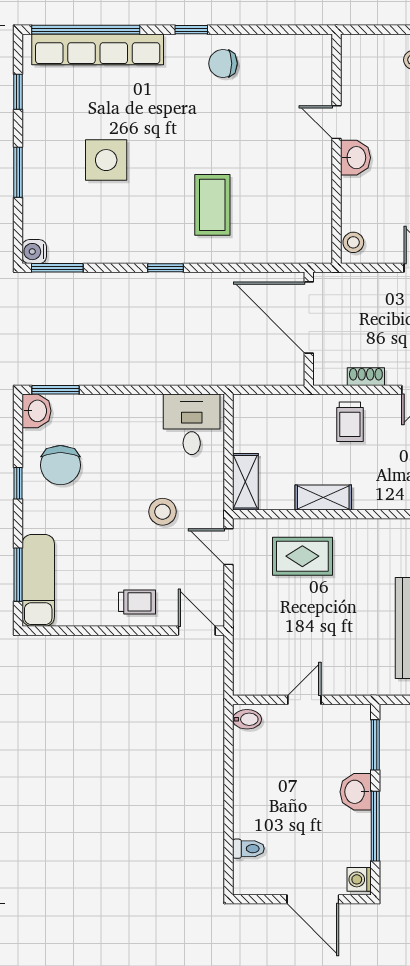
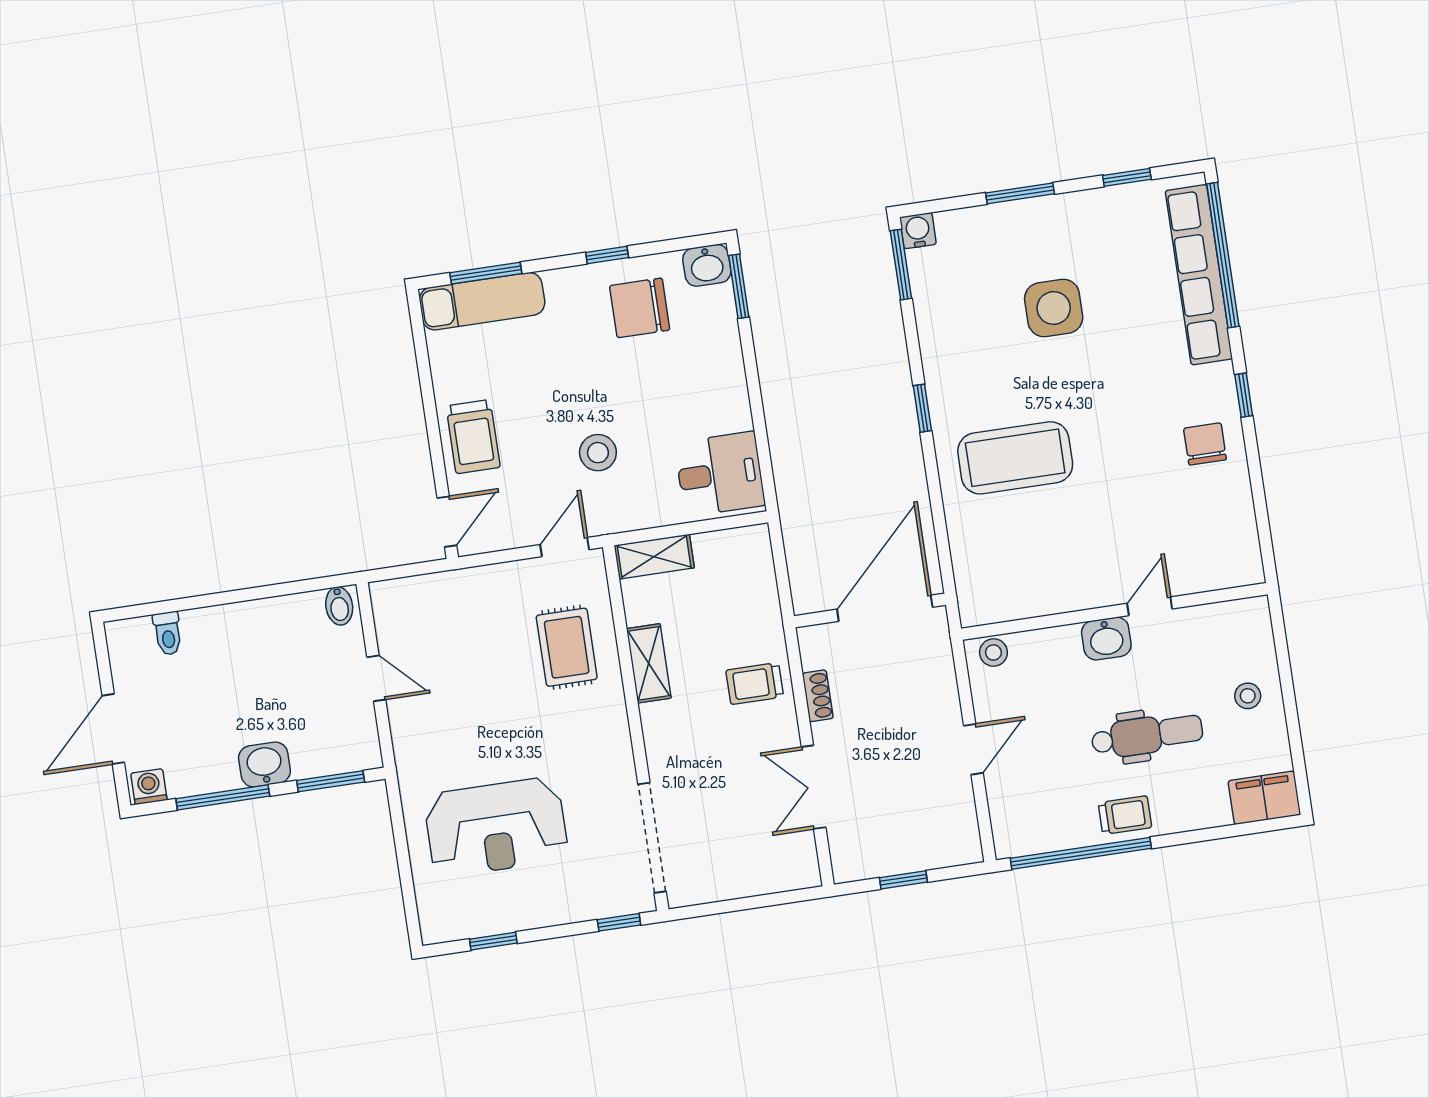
coffee table: (212, 205) -> (1015, 458), width x1.36, depth x1.32
trolley: (137, 602) -> (473, 437), width x1.36, depth x1.39

